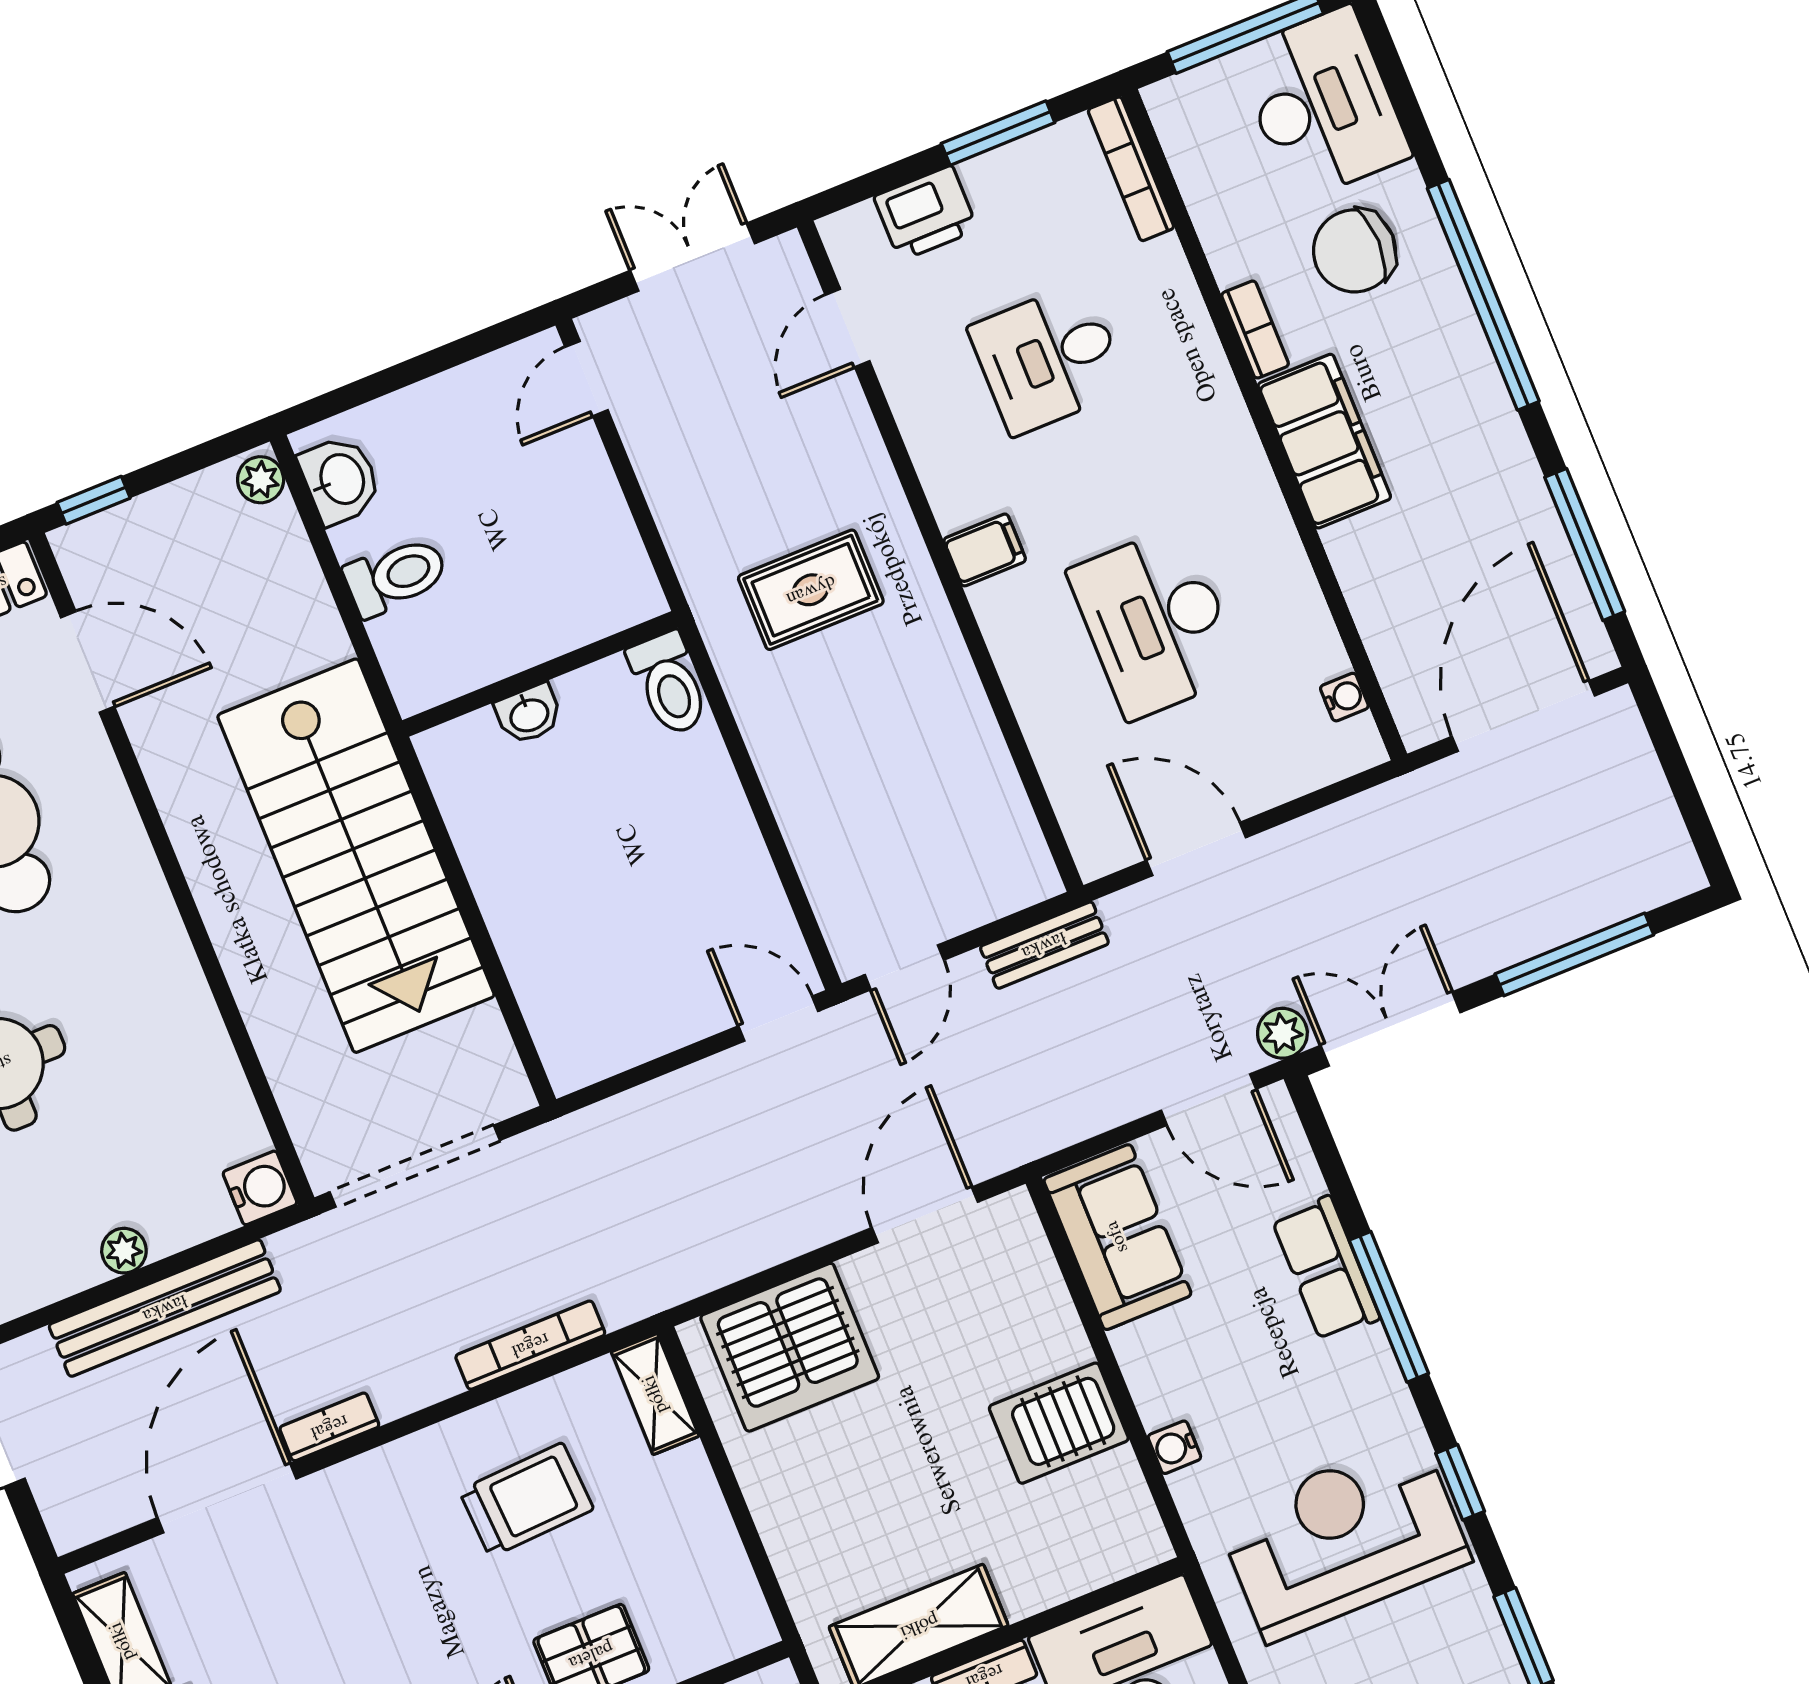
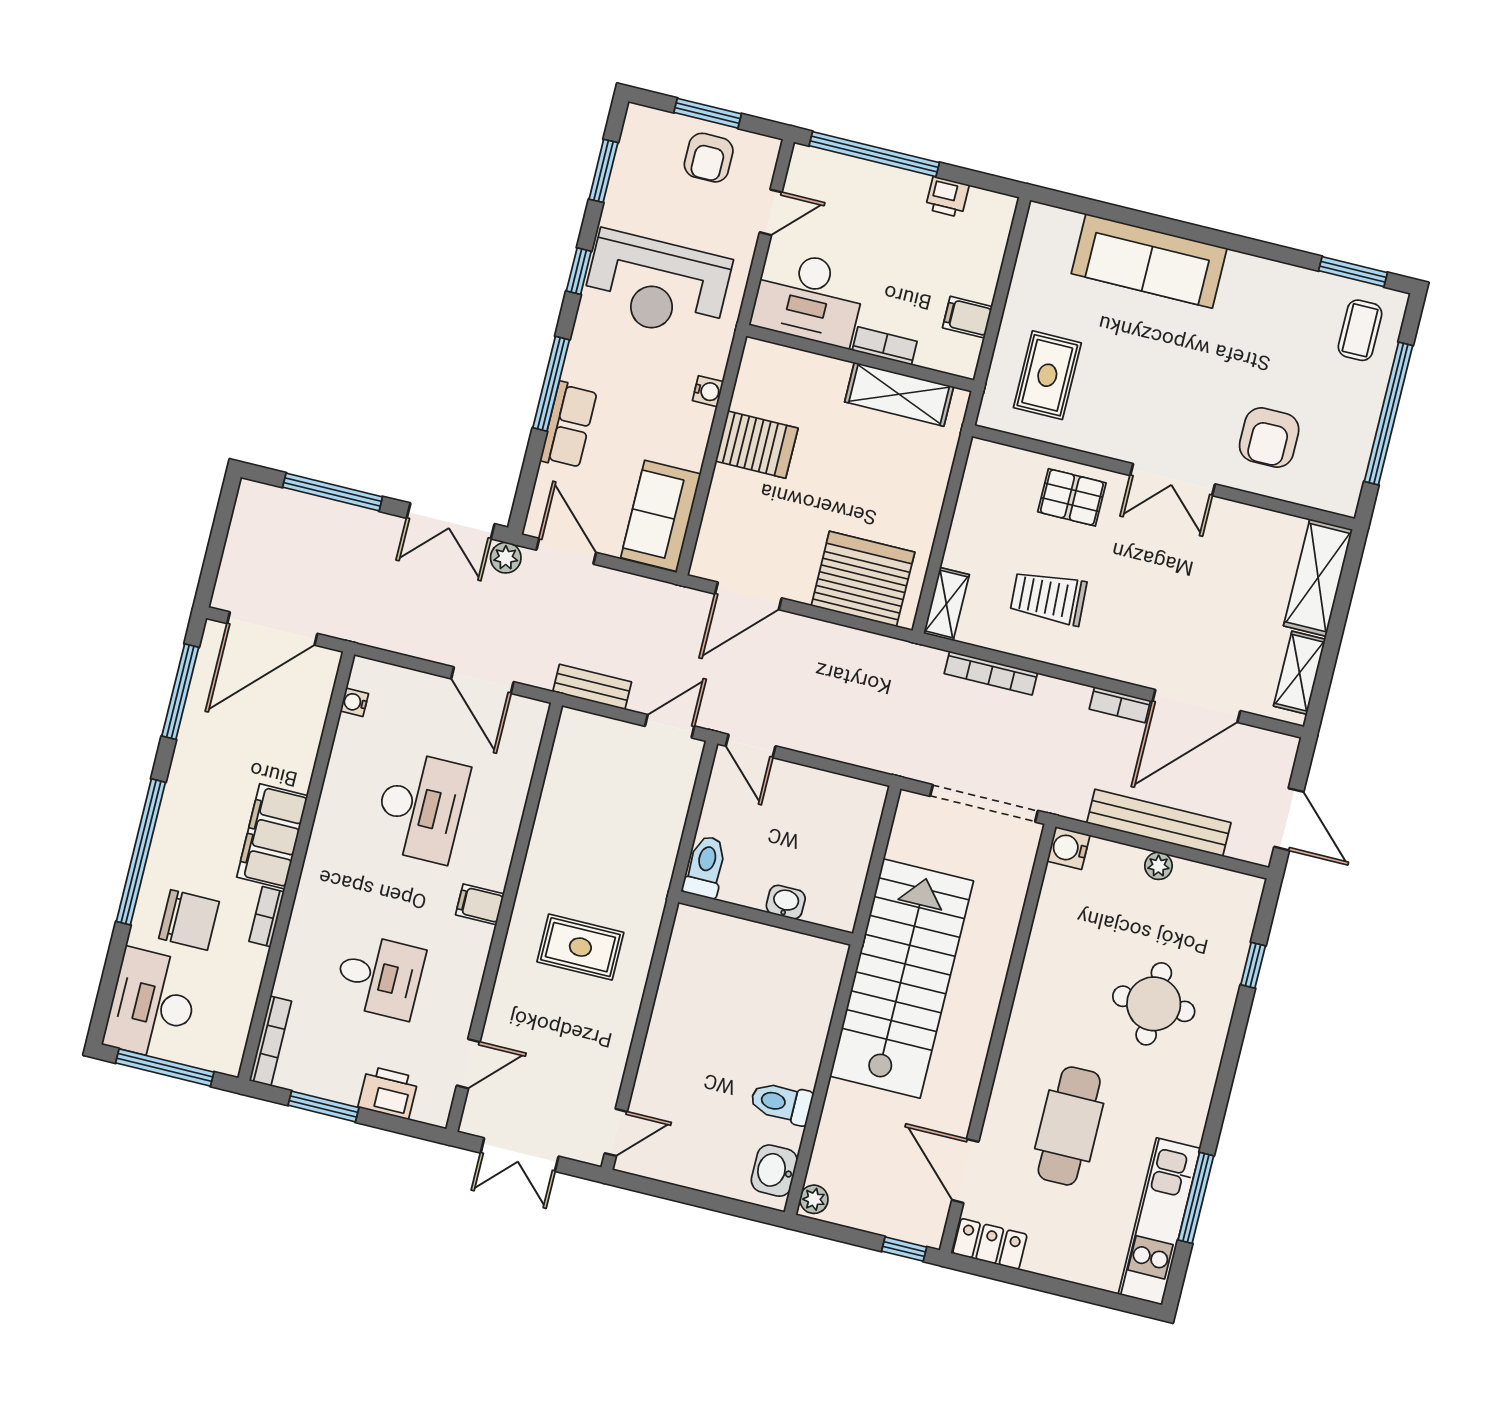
wall: (540, 674) -> (766, 918), moved
toilet: (669, 684) -> (705, 867), moved
washbasin: (529, 714) -> (786, 902), moved

